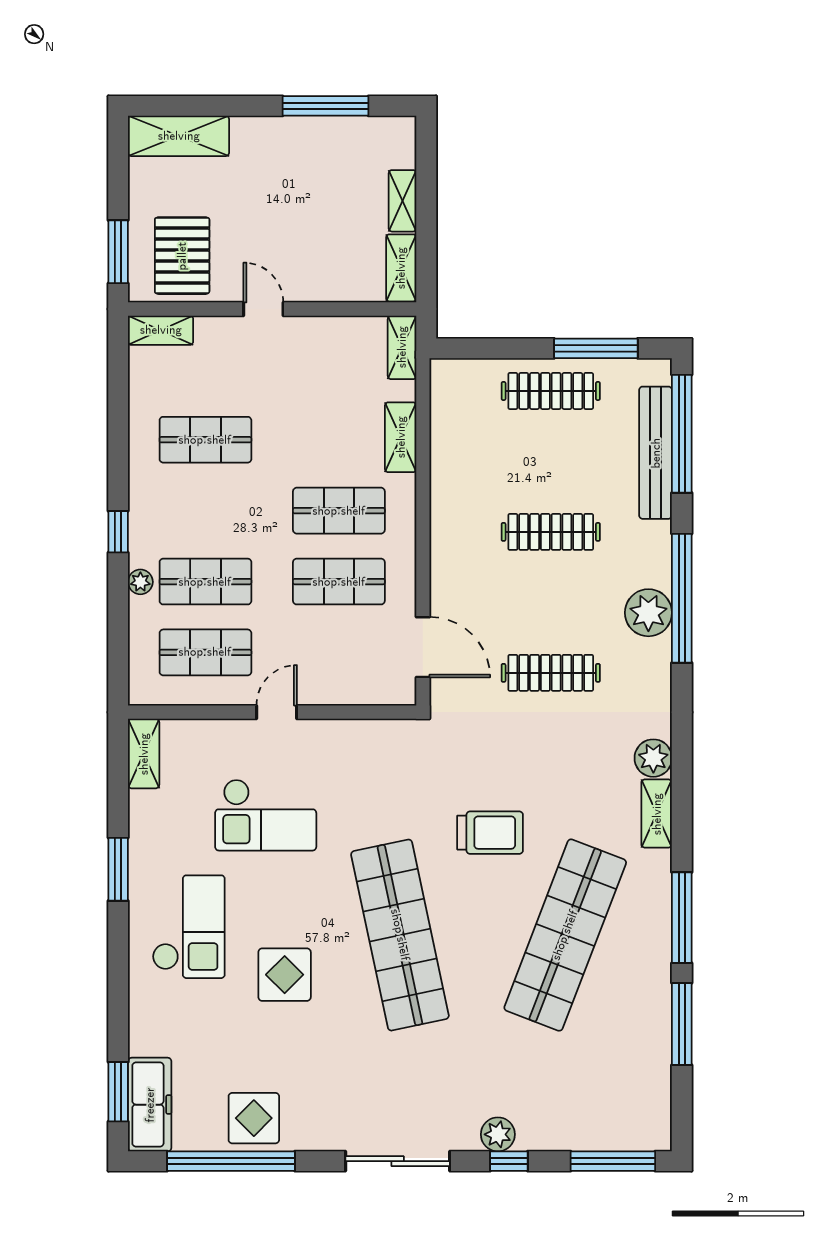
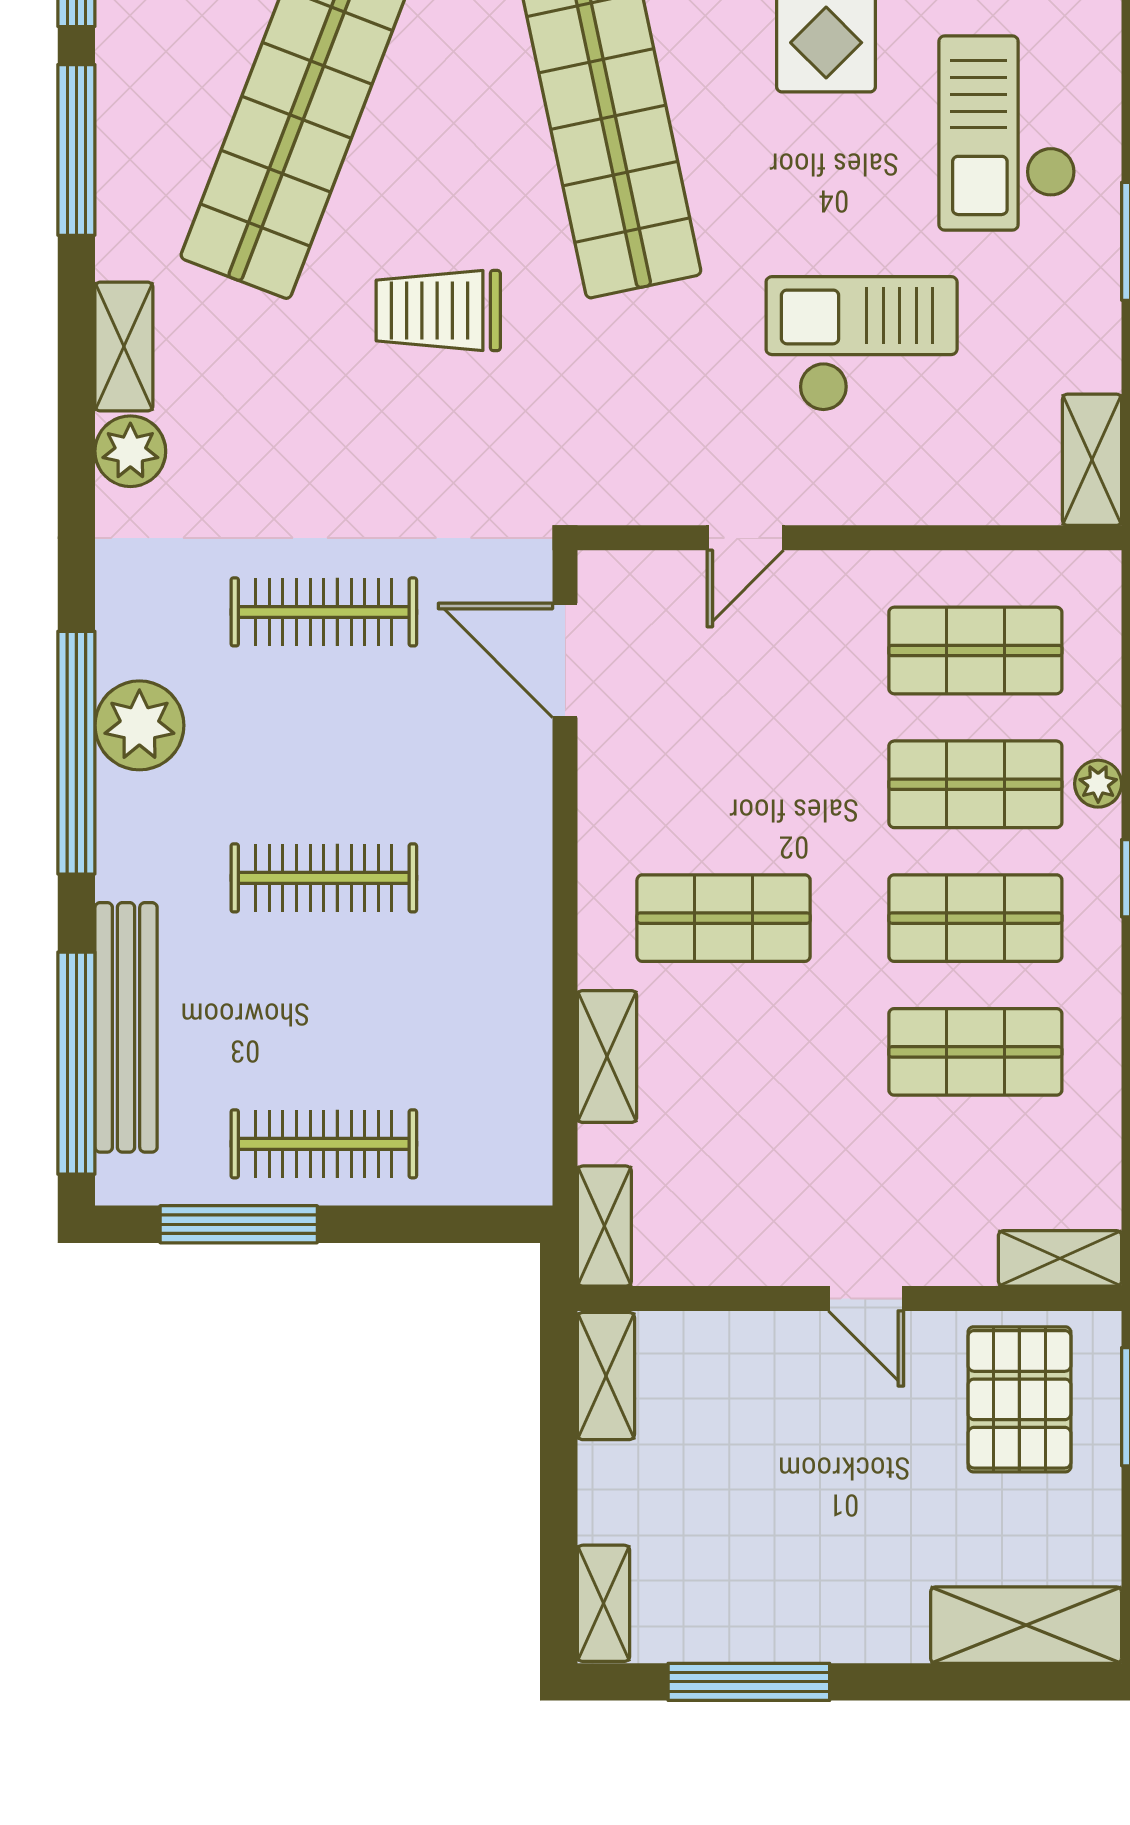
shelving: (402, 201) -> (603, 1603), moved
shop shelf: (339, 582) -> (975, 918), moved
door: (277, 712) -> (745, 538), moved

